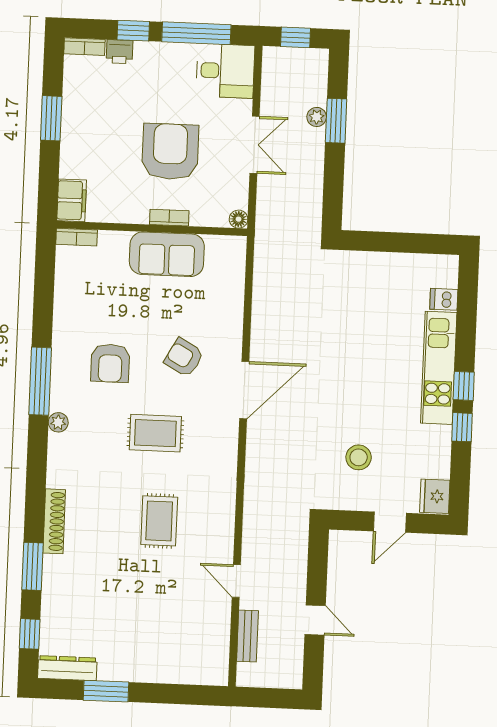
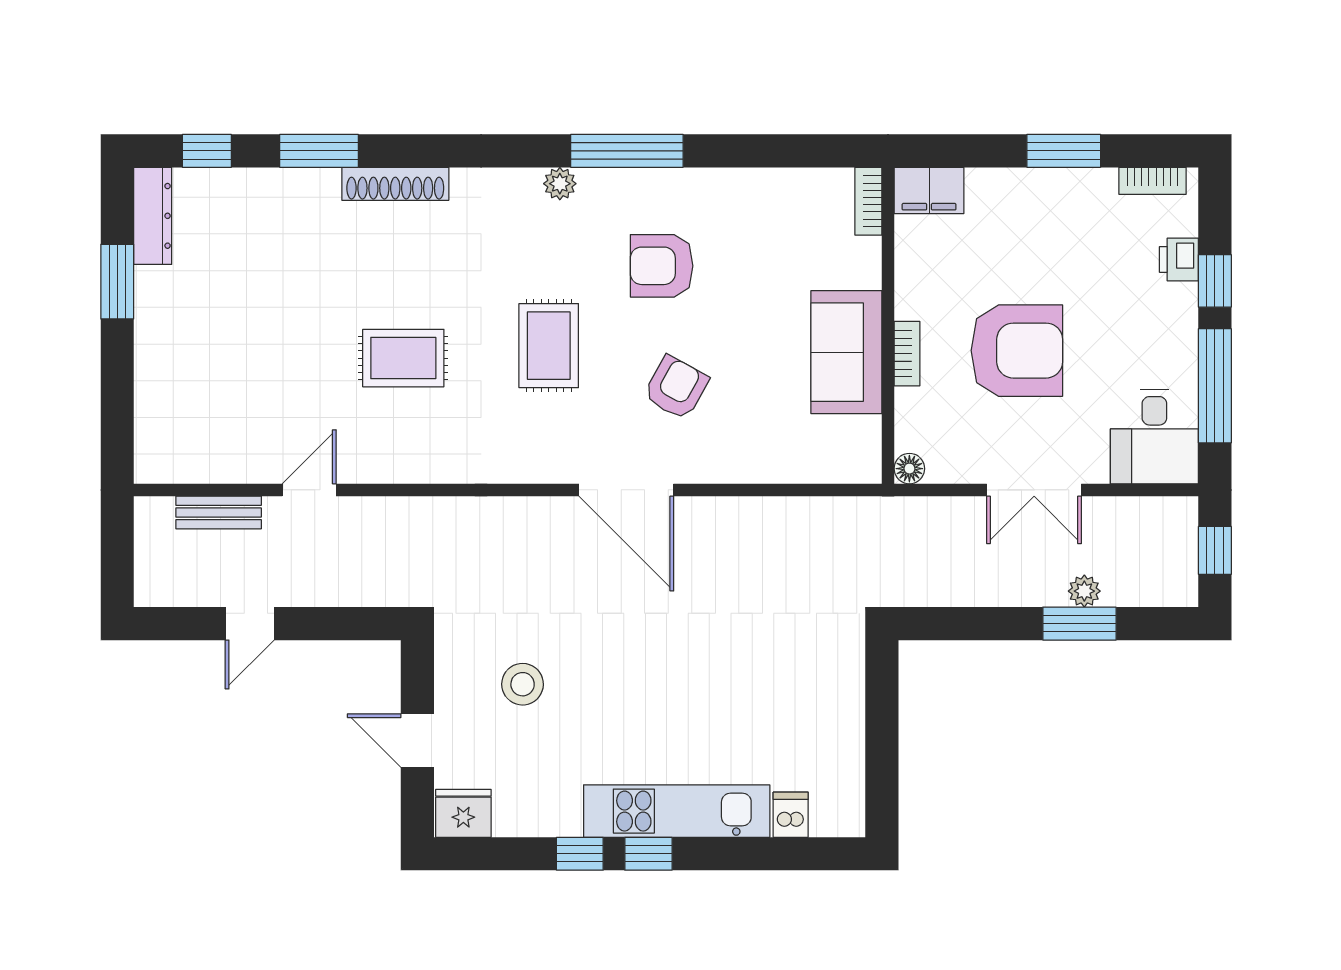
bookcase: (84, 47) -> (1152, 181), moved, turned -90

